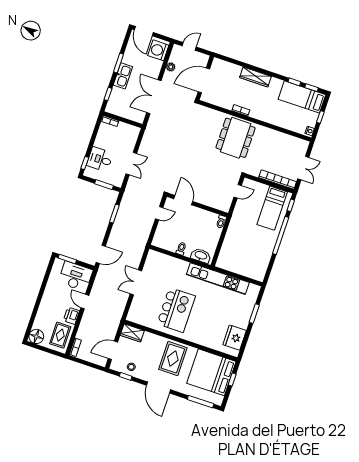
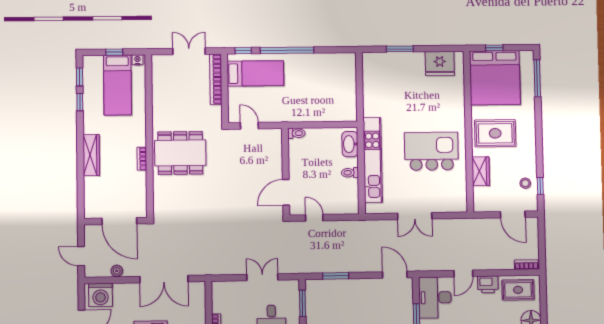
bed: (302, 97) -> (117, 85), moved
kitchen unit: (218, 279) -> (373, 160), moved
wardrobe: (132, 333) -> (481, 171), moved
door: (159, 388) -> (539, 139), removed

